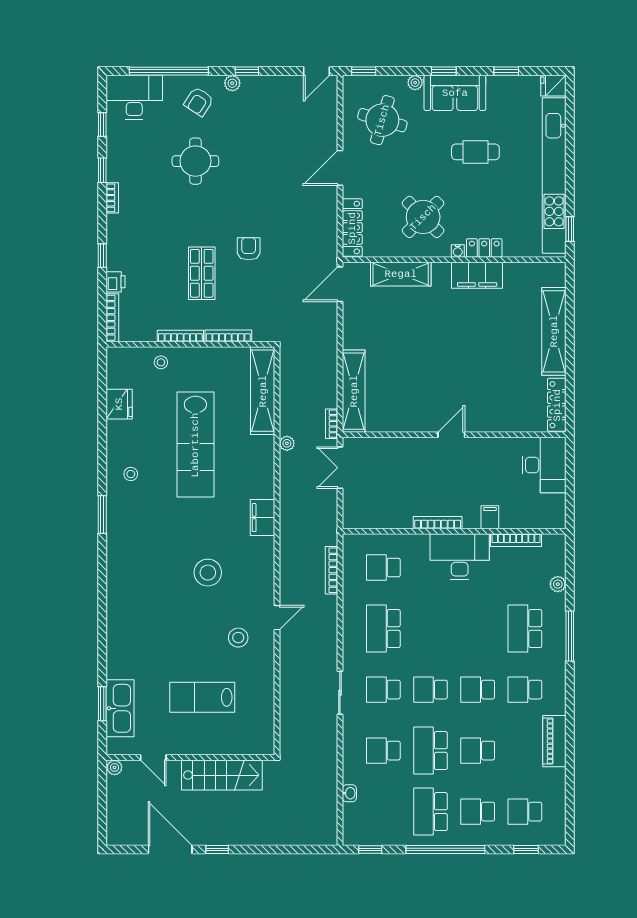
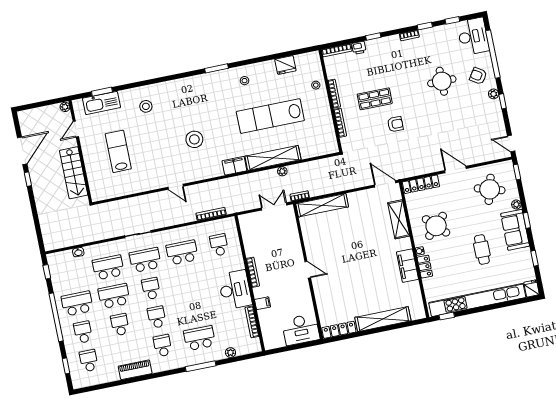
shelving: (263, 391) -> (273, 158), moved
stool: (238, 638) -> (146, 106), moved
school desk: (383, 690) -> (145, 260), width x1.85
school desk: (383, 751) -> (108, 267), width x1.85

